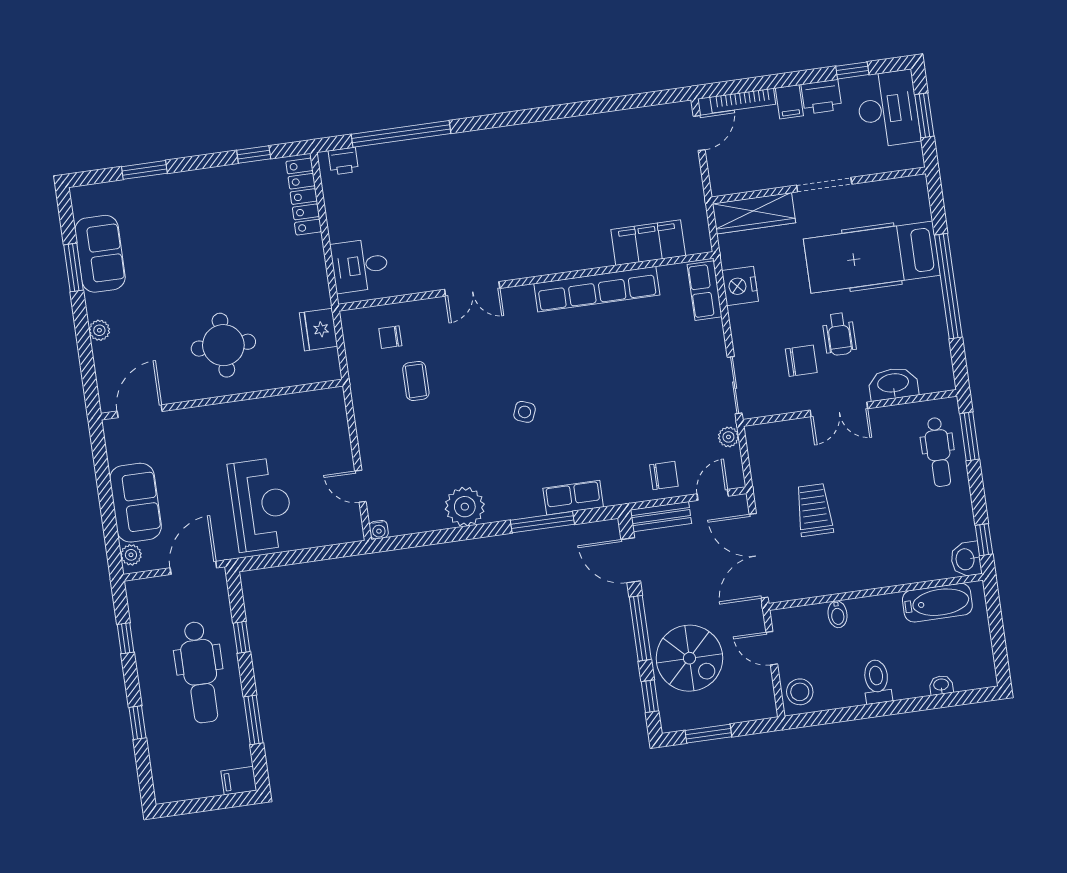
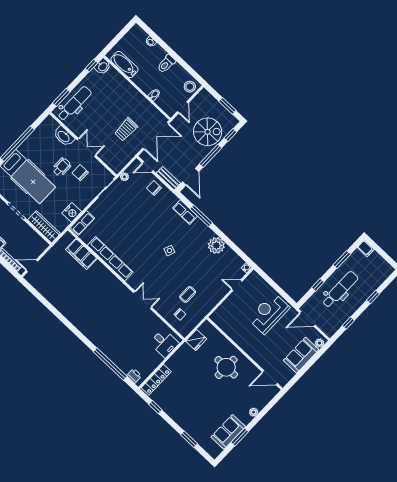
dental chair: (938, 452) -> (75, 104), width x1.36, depth x1.38
door: (360, 486) -> (237, 285), swing flipped
spiral stairs: (689, 658) -> (208, 132), turned 90

